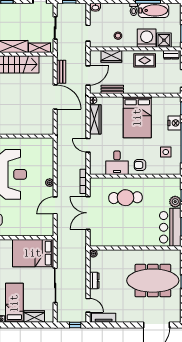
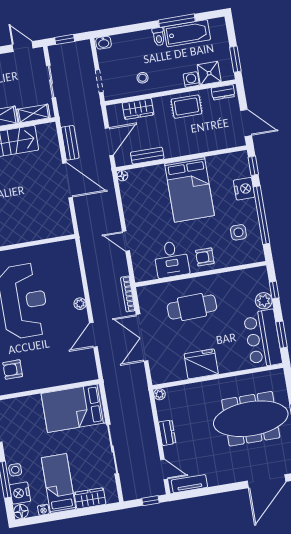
washing machine: (147, 38) -> (191, 80), width x0.53, depth x0.53
wardrobe: (95, 119) -> (130, 203), removed
fridge: (125, 238) -> (201, 364), added

